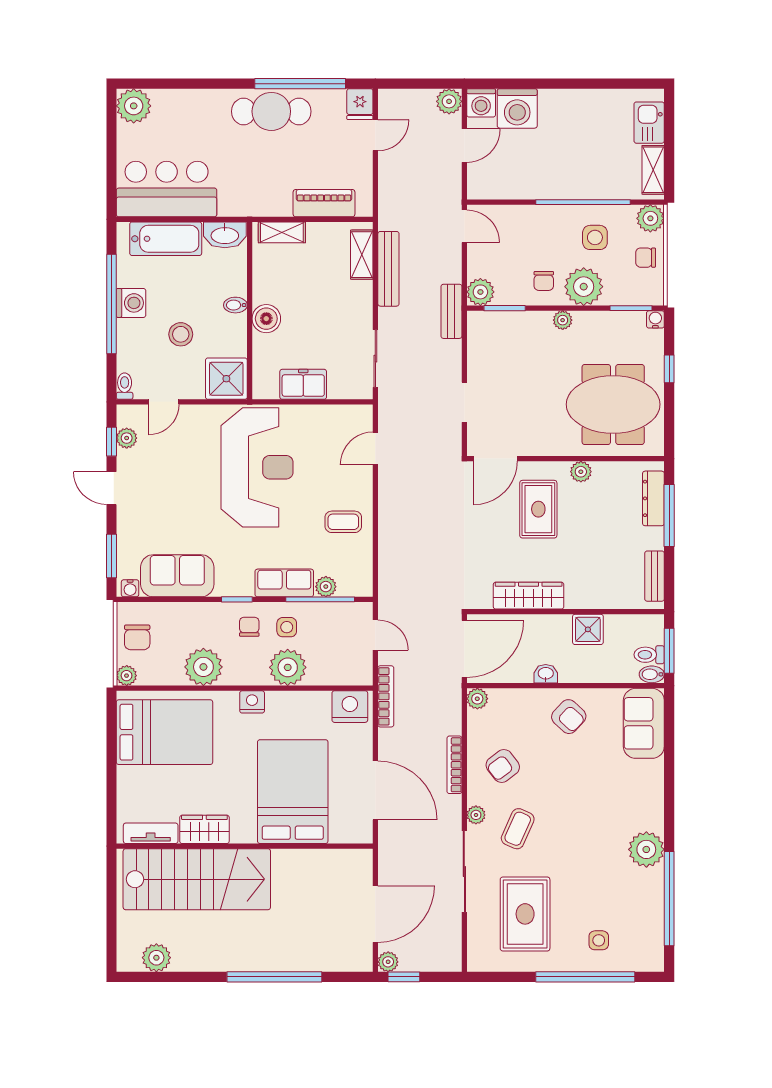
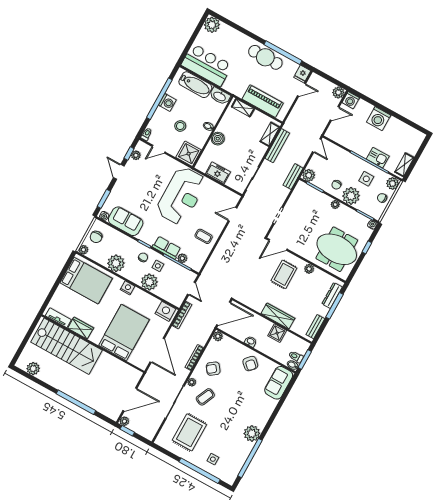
washing machine: (517, 108) -> (379, 119), moved
kitchen sink: (649, 123) -> (378, 158), moved, turned 90
piano: (324, 203) -> (263, 101), width x1.37, depth x1.33
wardrobe: (529, 596) -> (278, 316), moved

